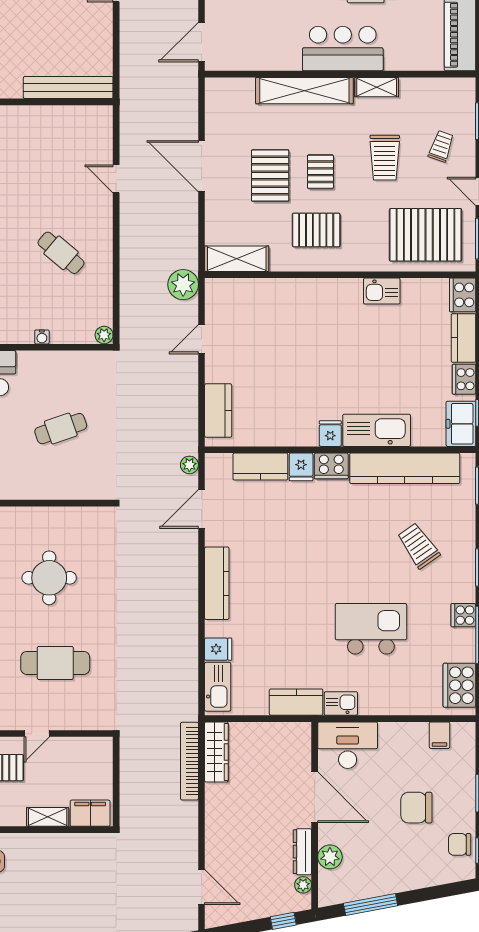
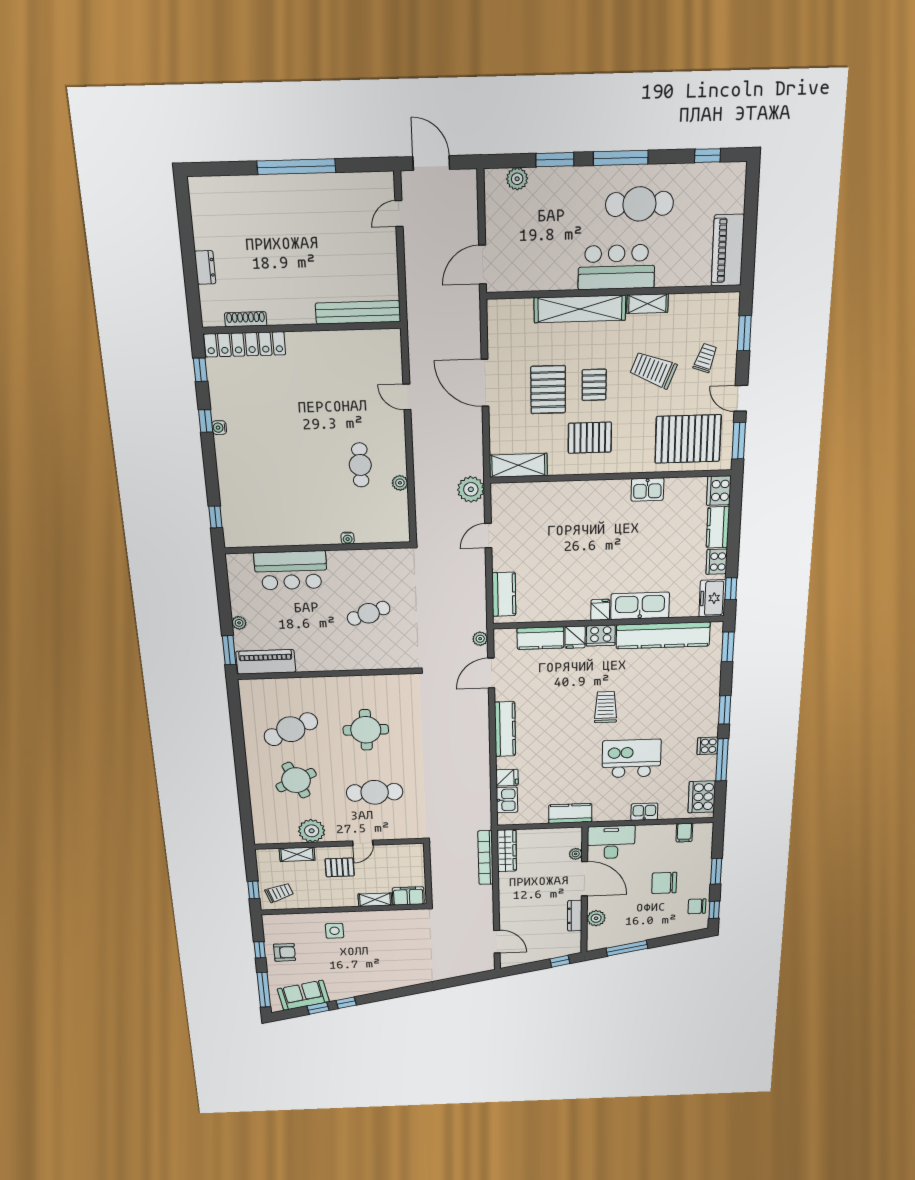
trolley: (385, 158) -> (653, 370), turned 112
cafe table: (61, 253) -> (360, 465), turned 50
plant: (104, 335) -> (400, 483), moved
trolley: (418, 546) -> (606, 707), moved, turned 35
kitchen sink: (218, 687) -> (507, 800), width x0.73
kitchen sink: (341, 703) -> (644, 812), moved
plant: (303, 885) -> (576, 854), moved

